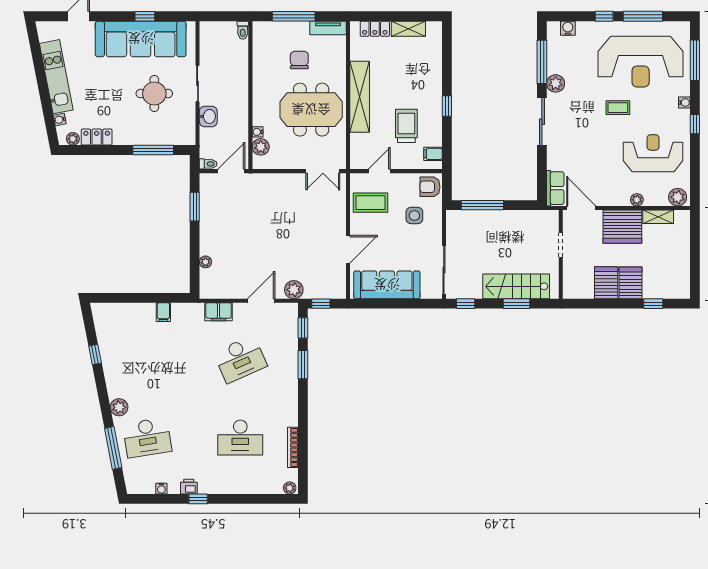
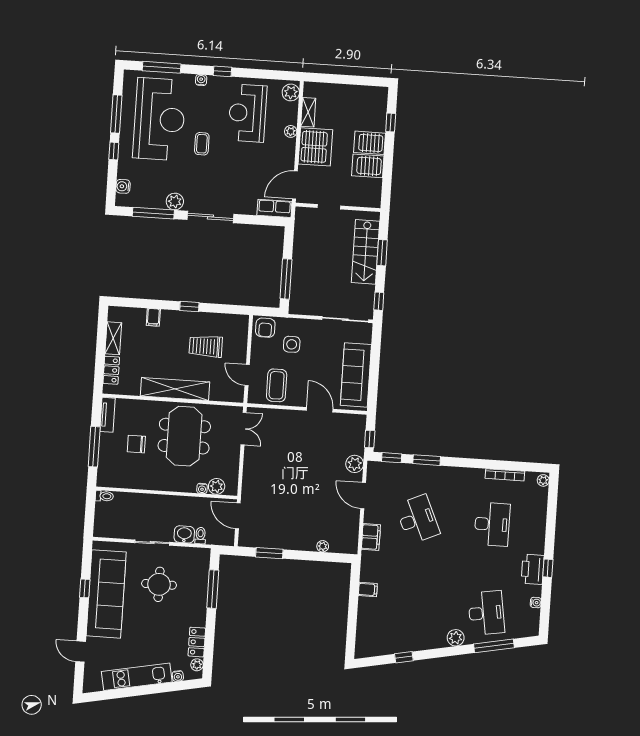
filing cabinet: (433, 154) -> (153, 317), moved
toilet: (208, 164) -> (200, 536), moved
printer: (189, 487) -> (533, 569), width x1.87, depth x1.48

